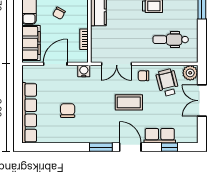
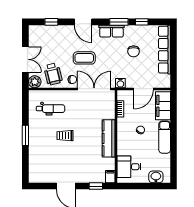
double door: (117, 64) -> (94, 89), width x1.37
row of seats: (160, 136) -> (111, 31), moved
window: (57, 147) -> (142, 22), added
window: (101, 147) -> (119, 22), moved

